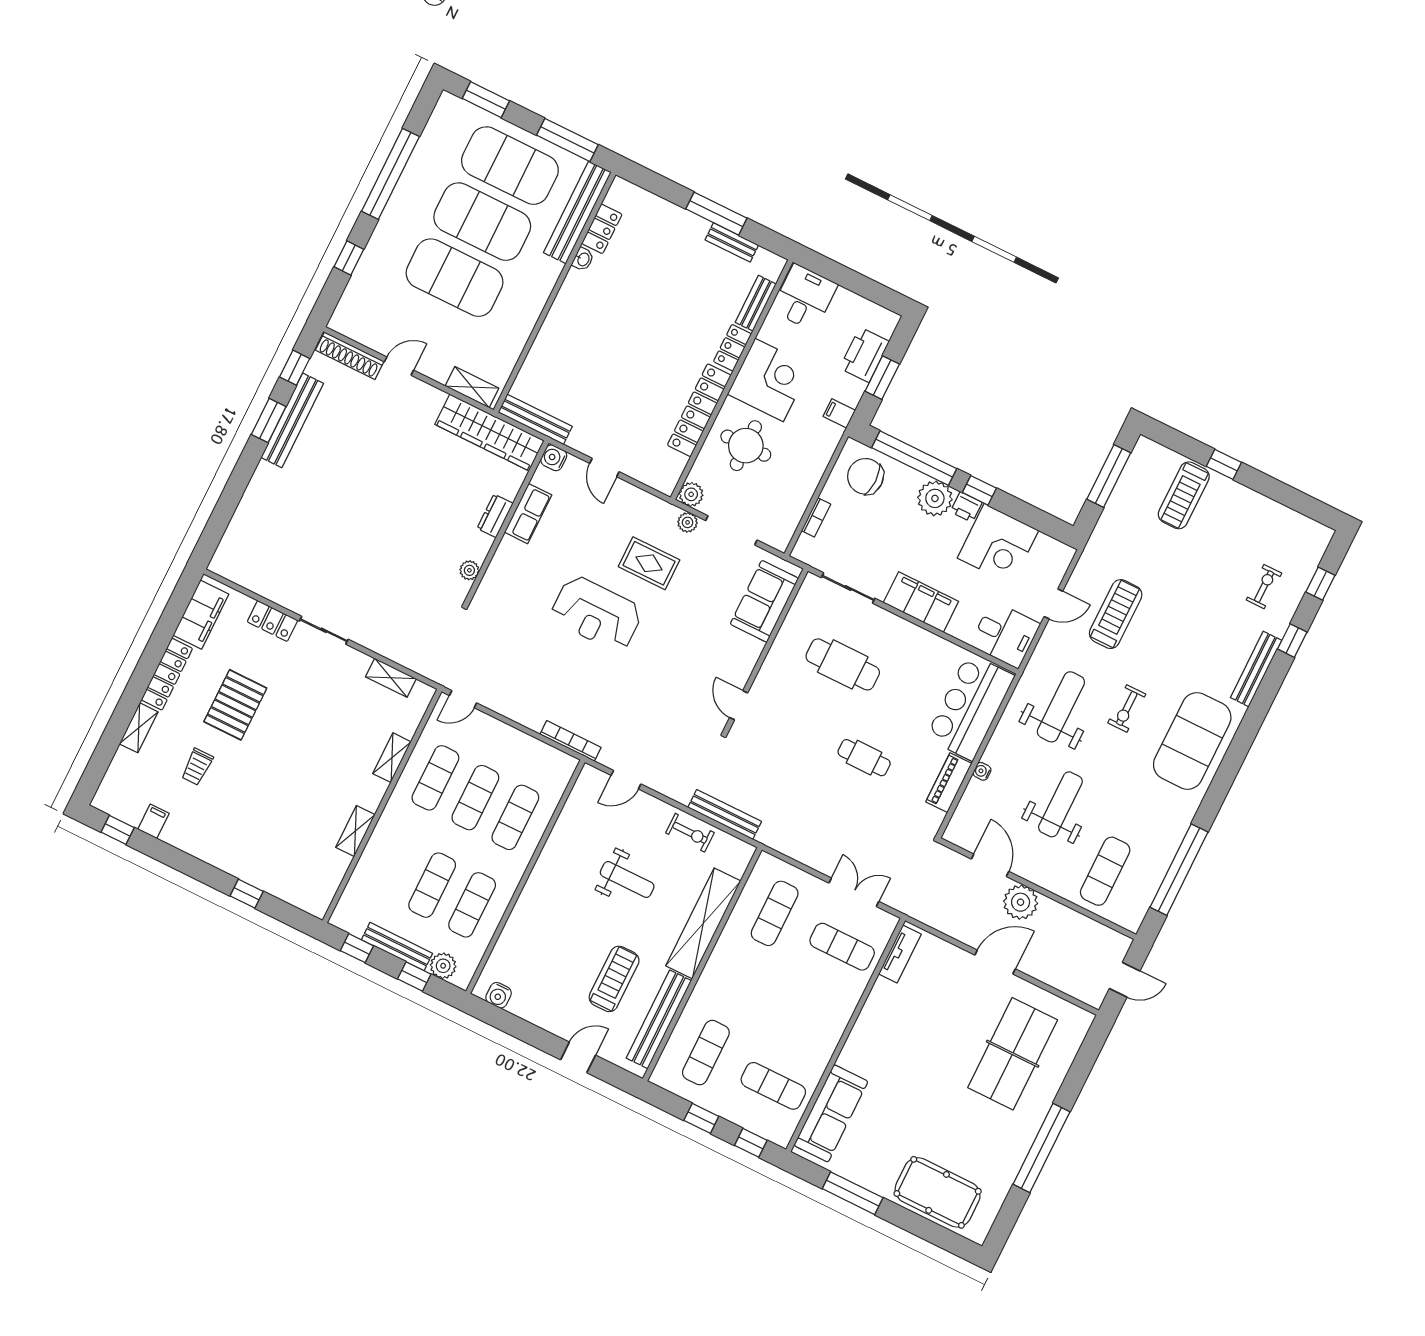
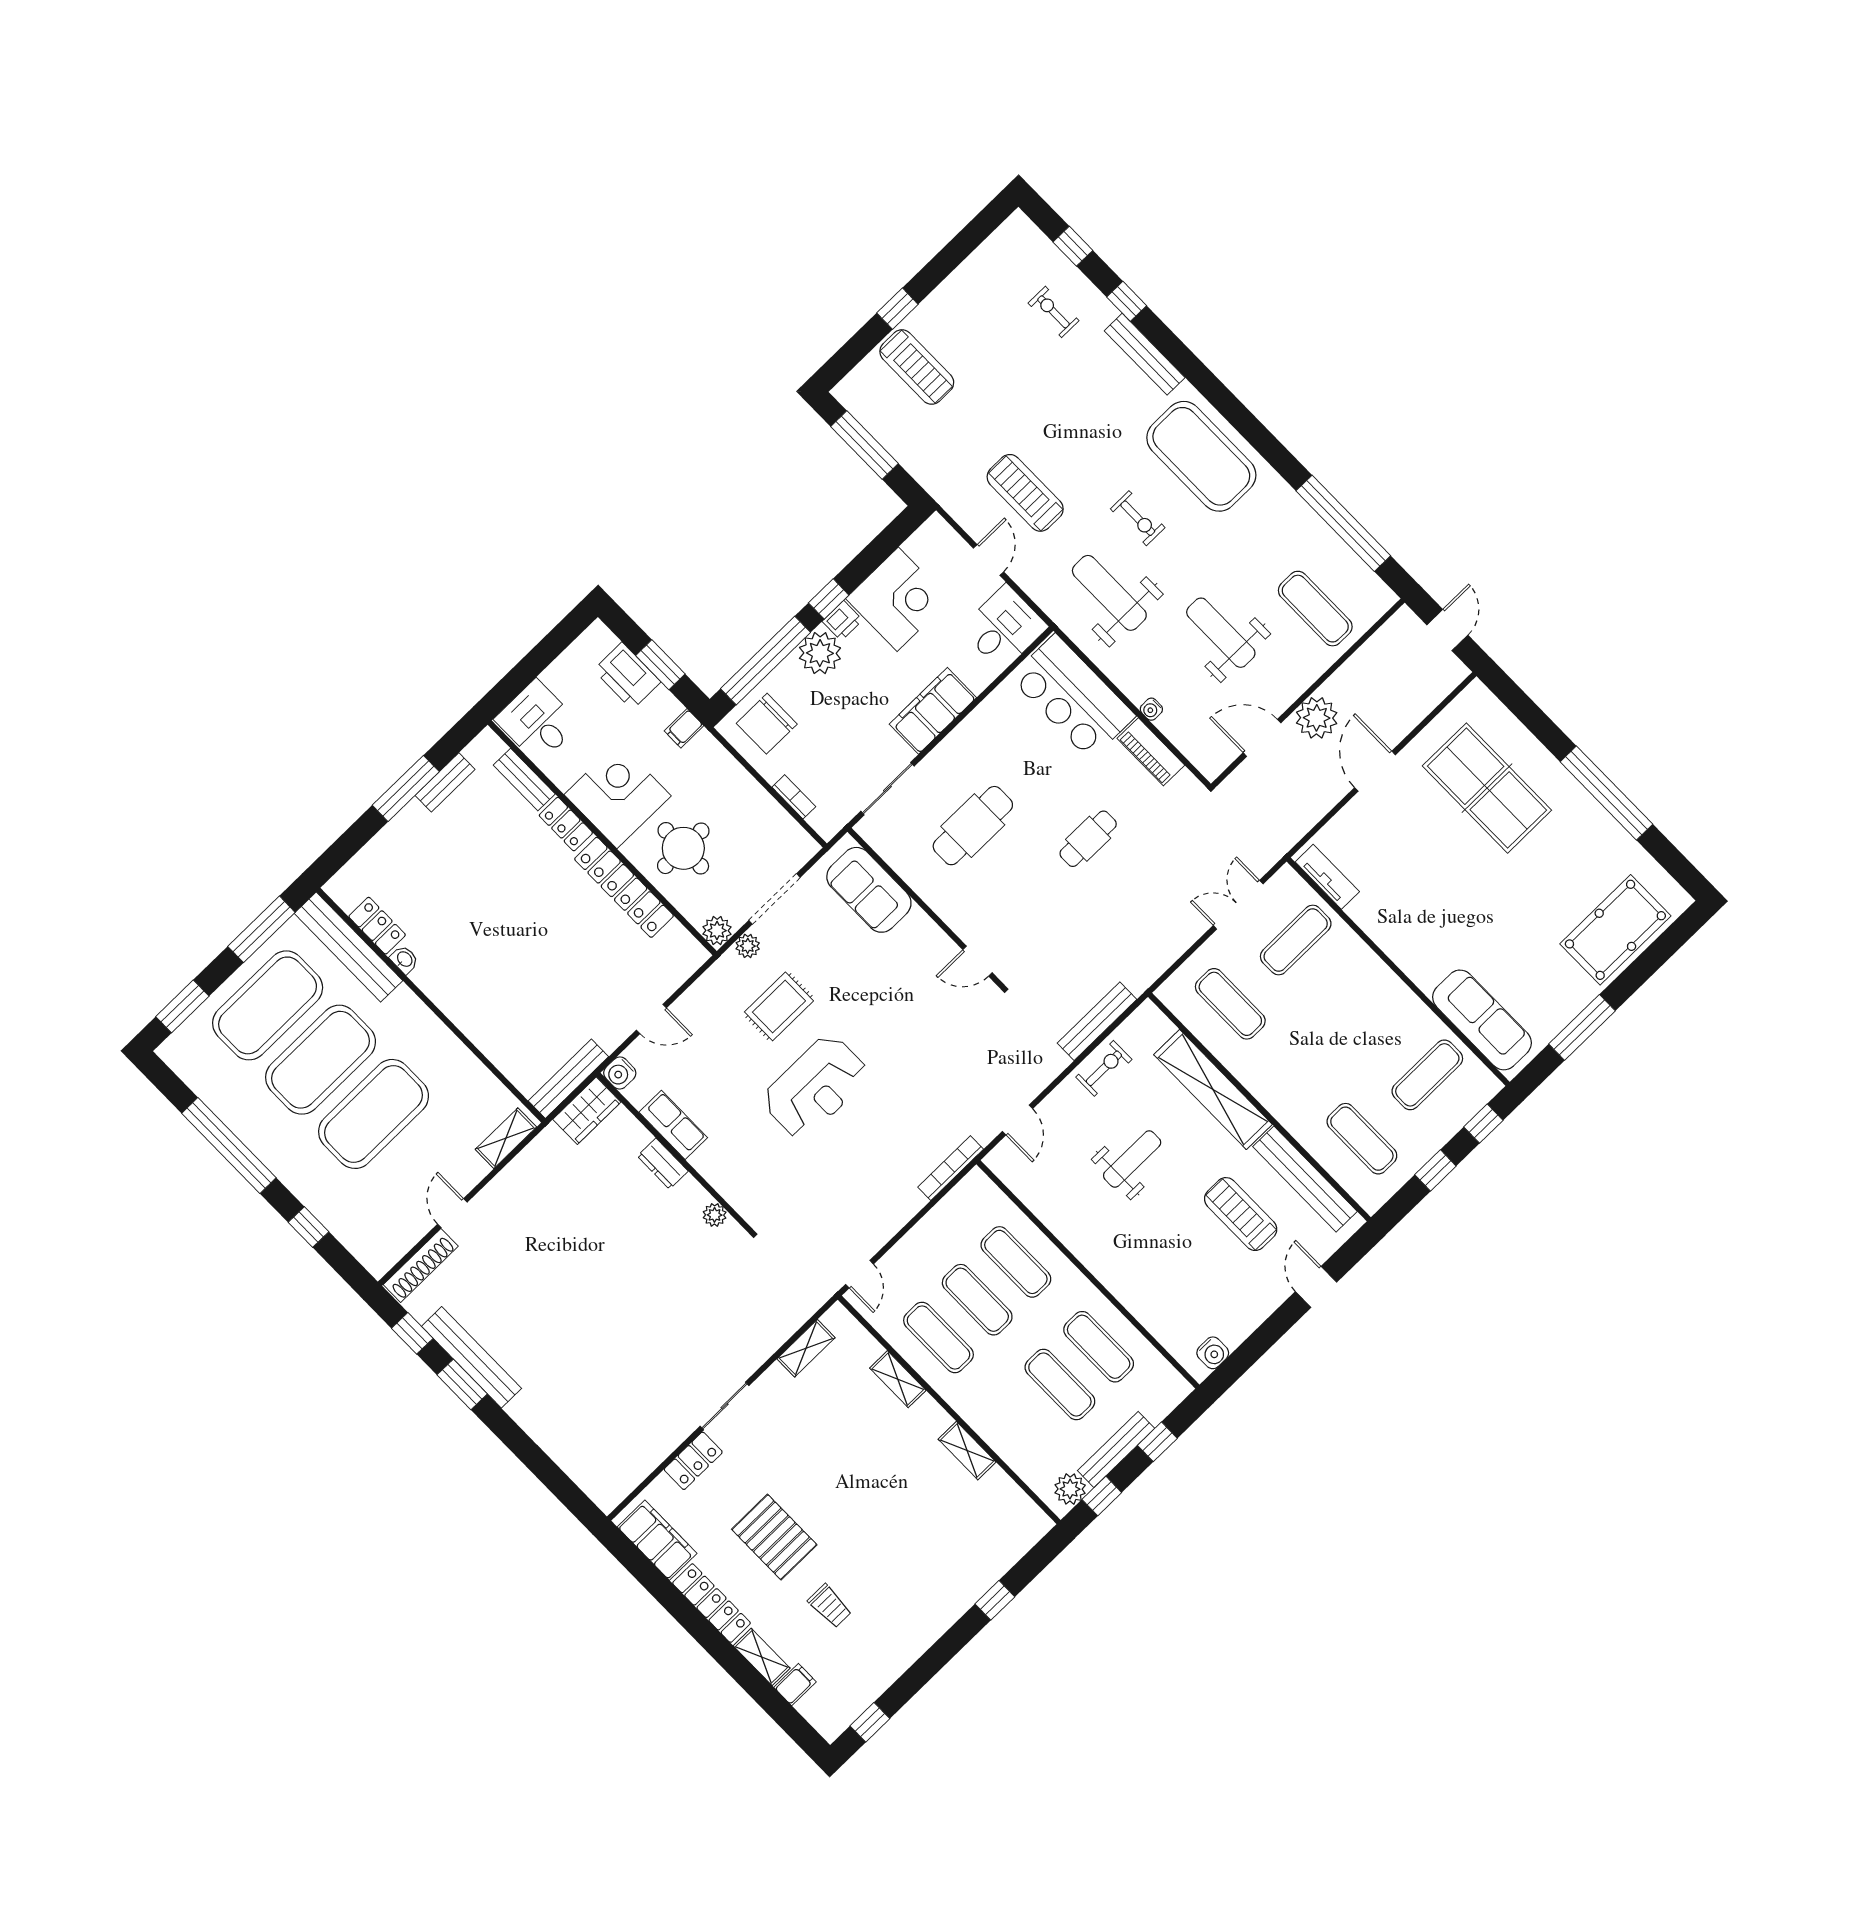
wardrobe: (490, 432) -> (587, 1111), width x0.48, depth x0.85
filing cabinet: (153, 821) -> (795, 1685), moved, turned 90
plant: (443, 966) -> (1070, 1489), moved

